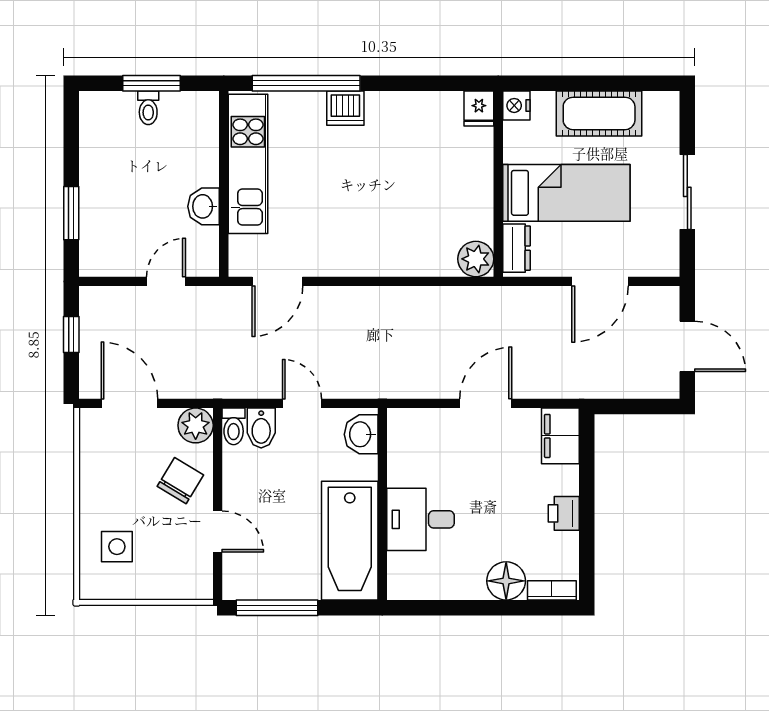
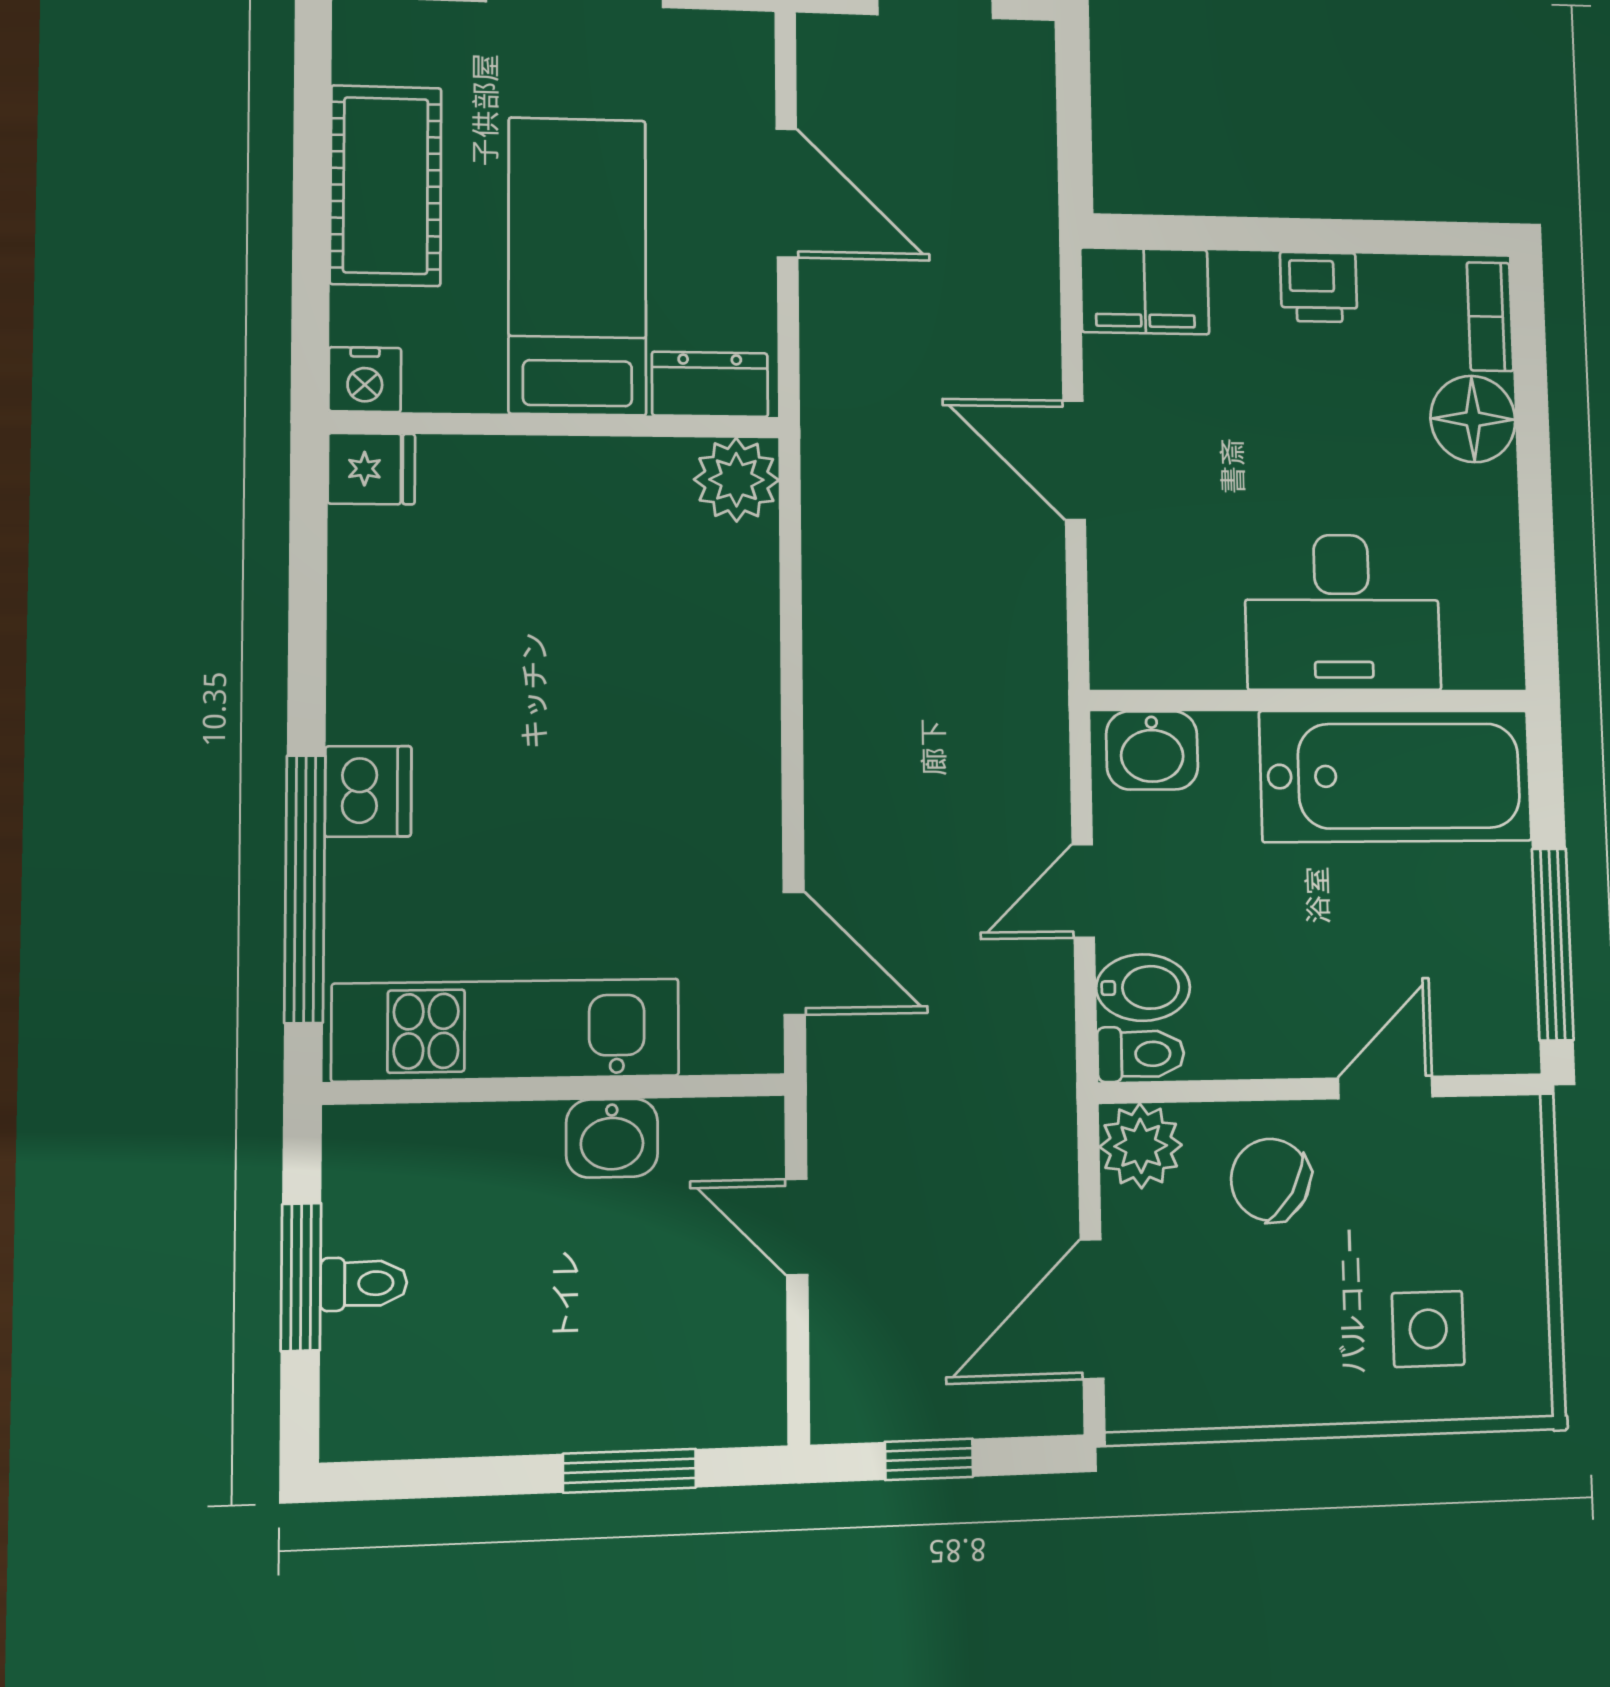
desk: (421, 519) -> (1342, 612), width x1.37

